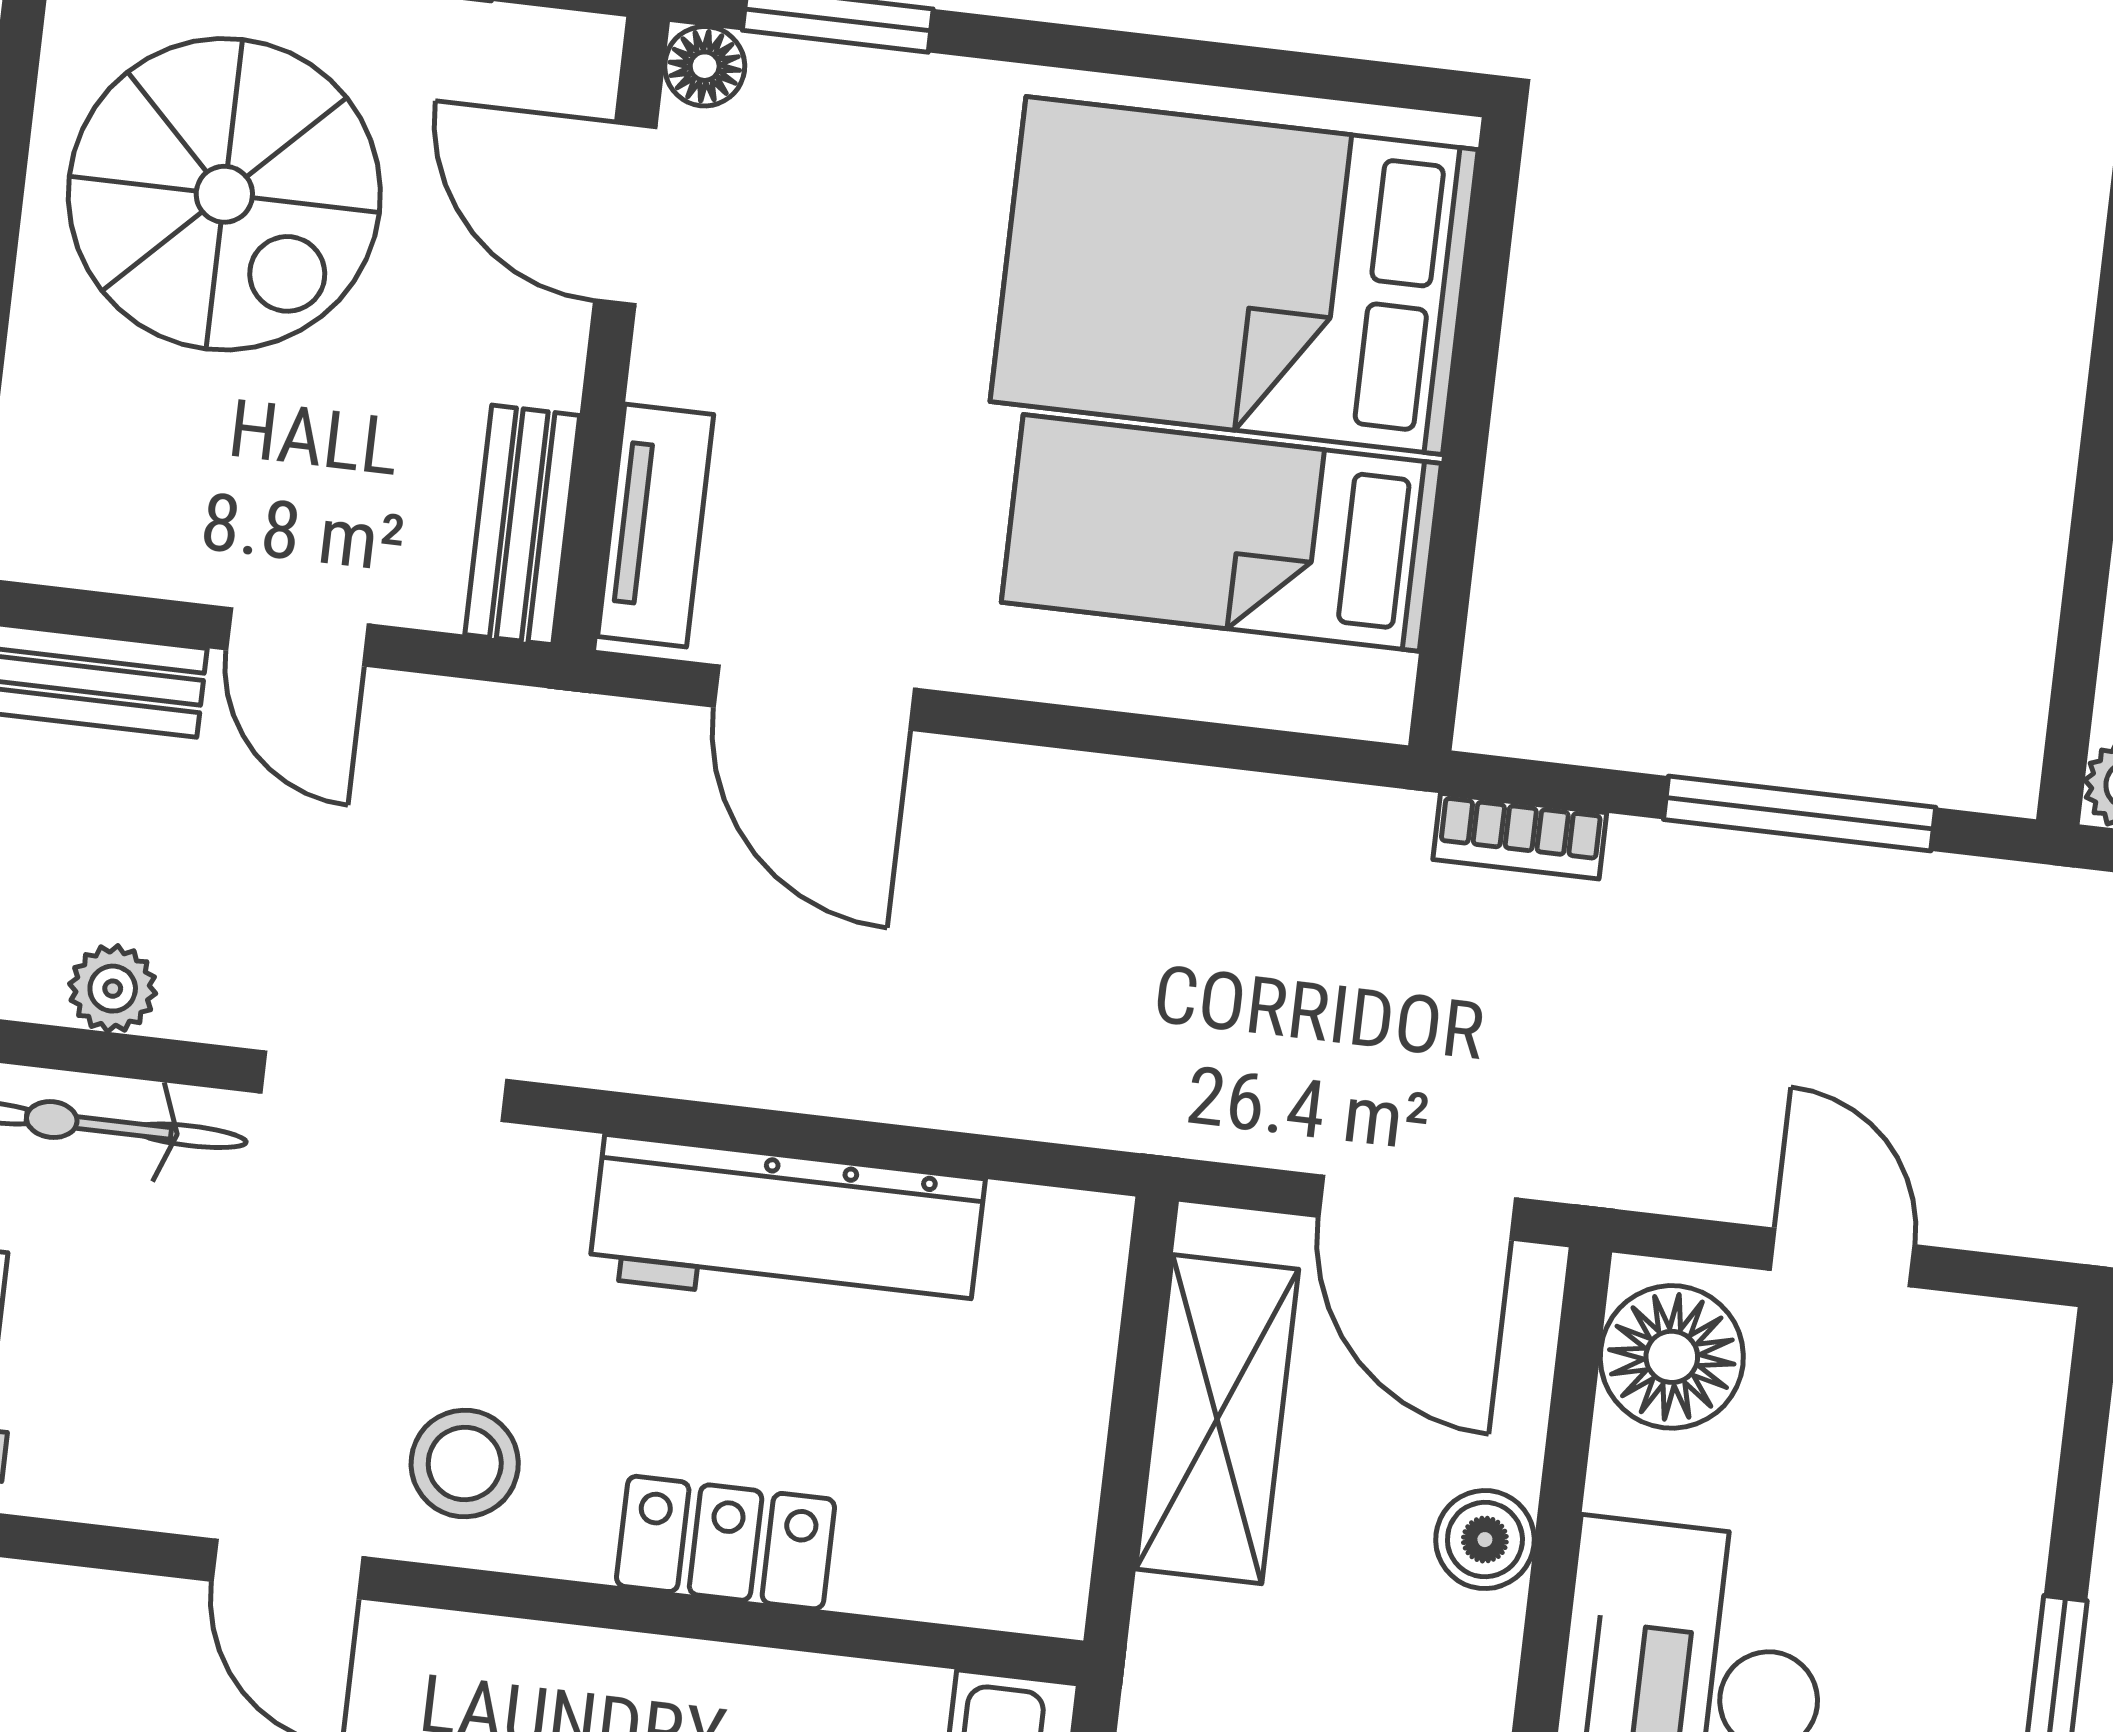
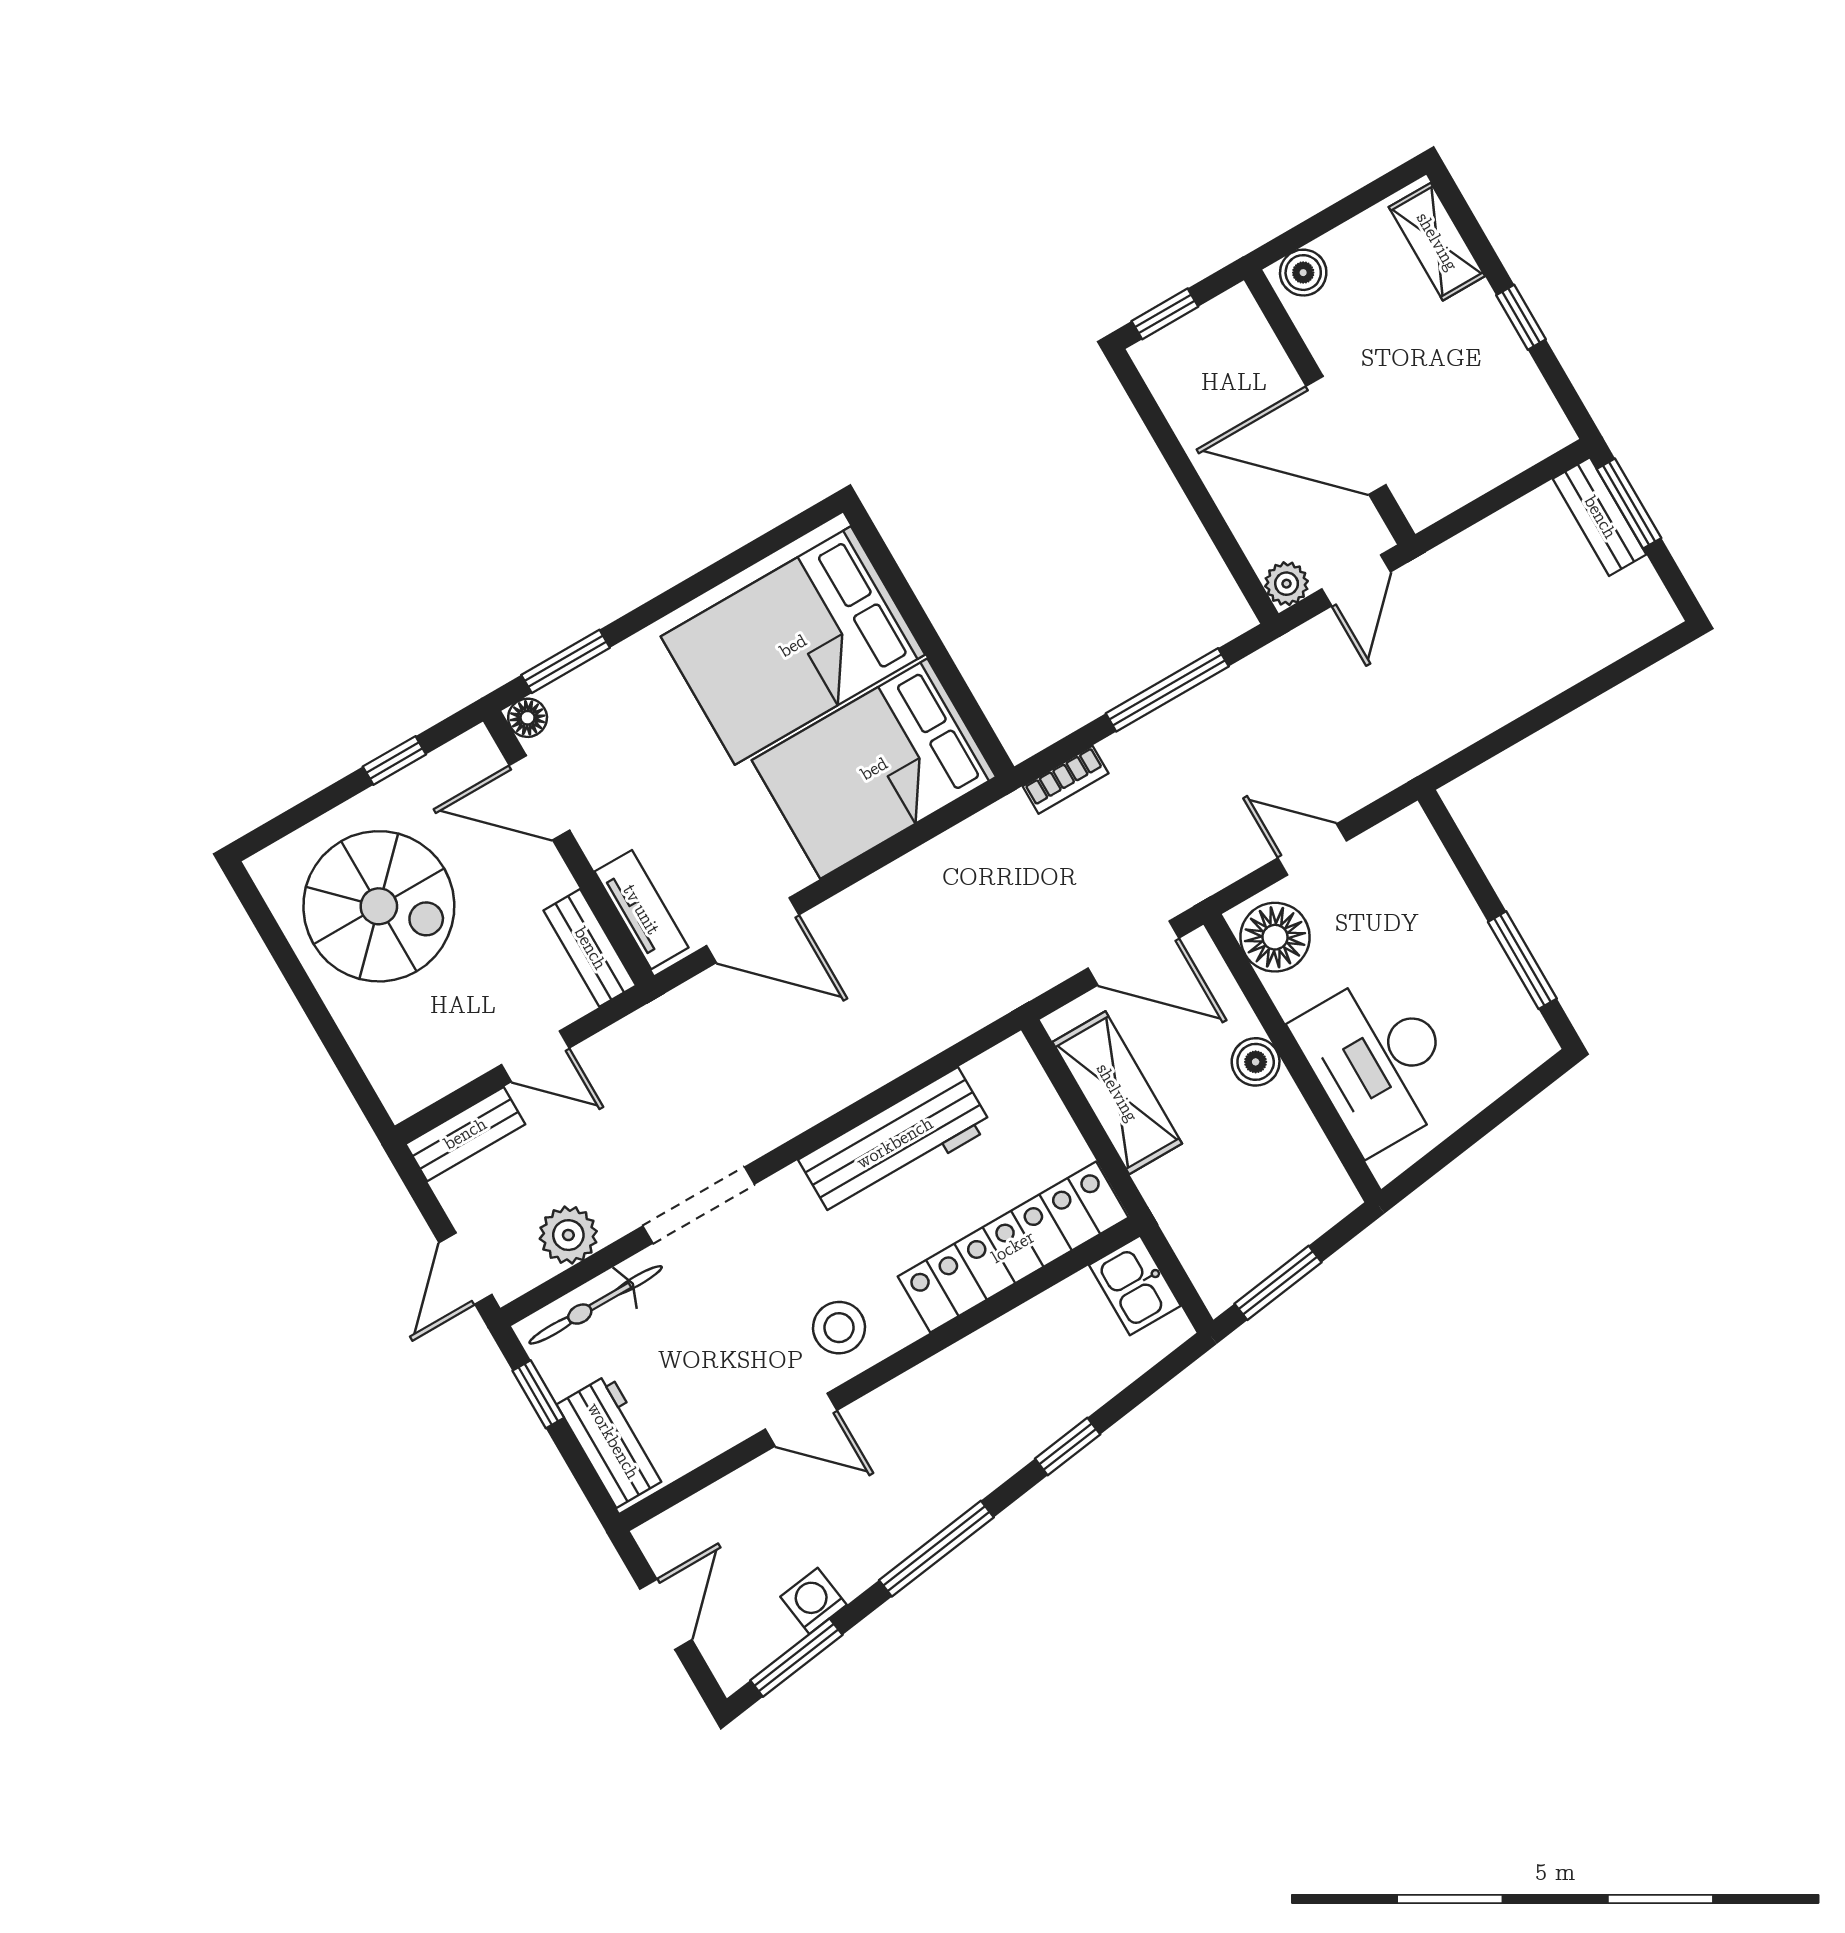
bed: (1221, 533) -> (874, 769), width x1.50
plant: (113, 989) -> (568, 1235), width x1.38, depth x1.38
locker: (726, 1543) -> (1013, 1247), width x2.16, depth x1.21

